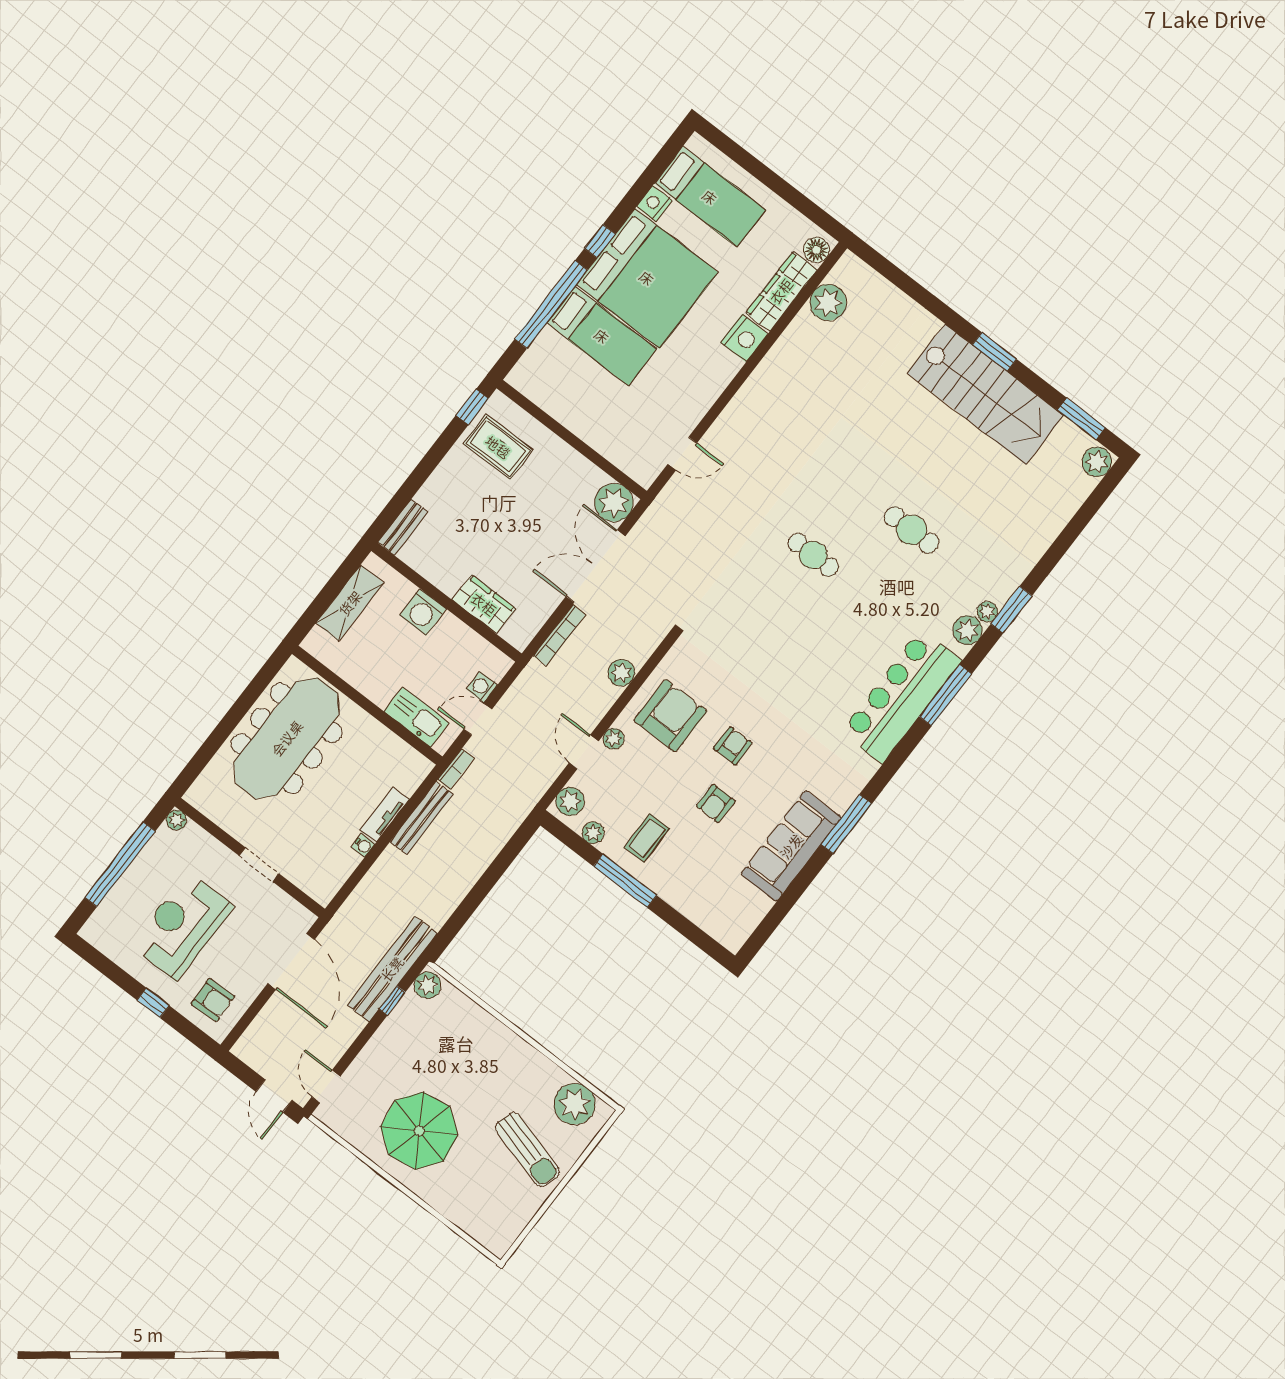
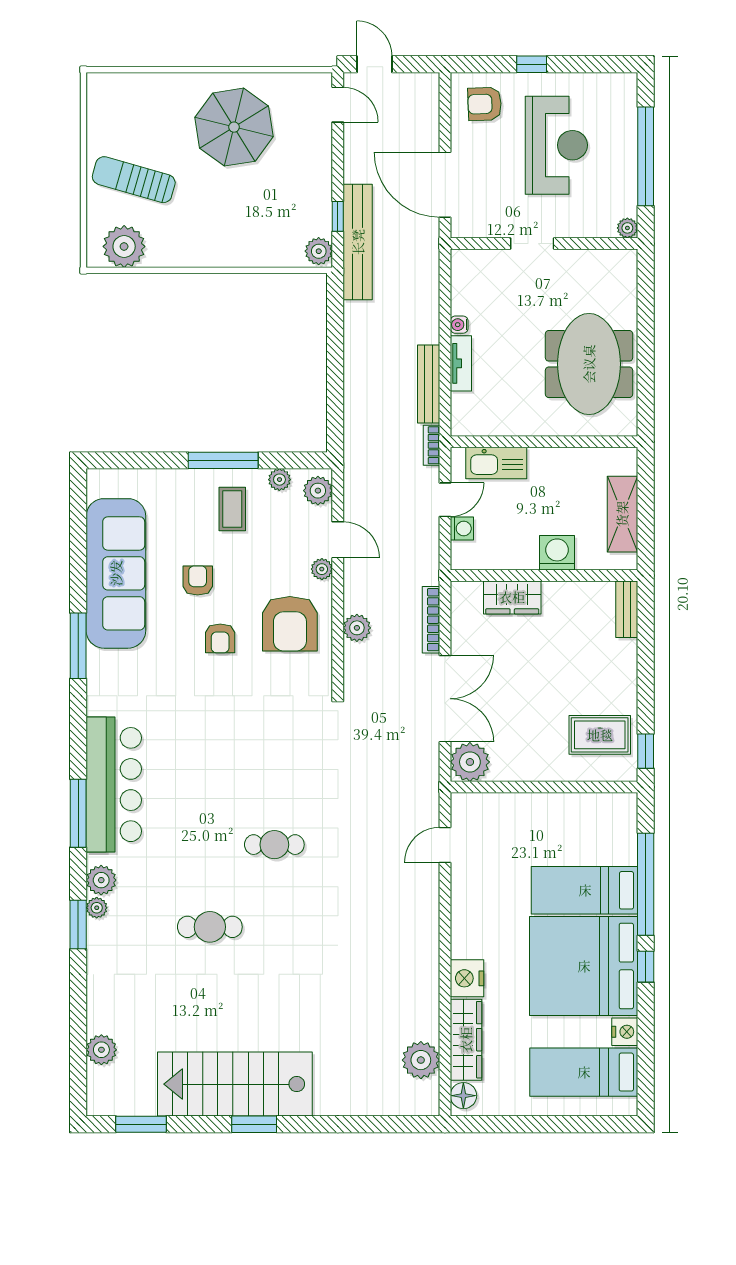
plant: (1097, 462) -> (101, 1050), moved
meeting table: (287, 738) -> (589, 364), width x0.73
sofa: (791, 846) -> (116, 573), width x1.36, depth x1.27

